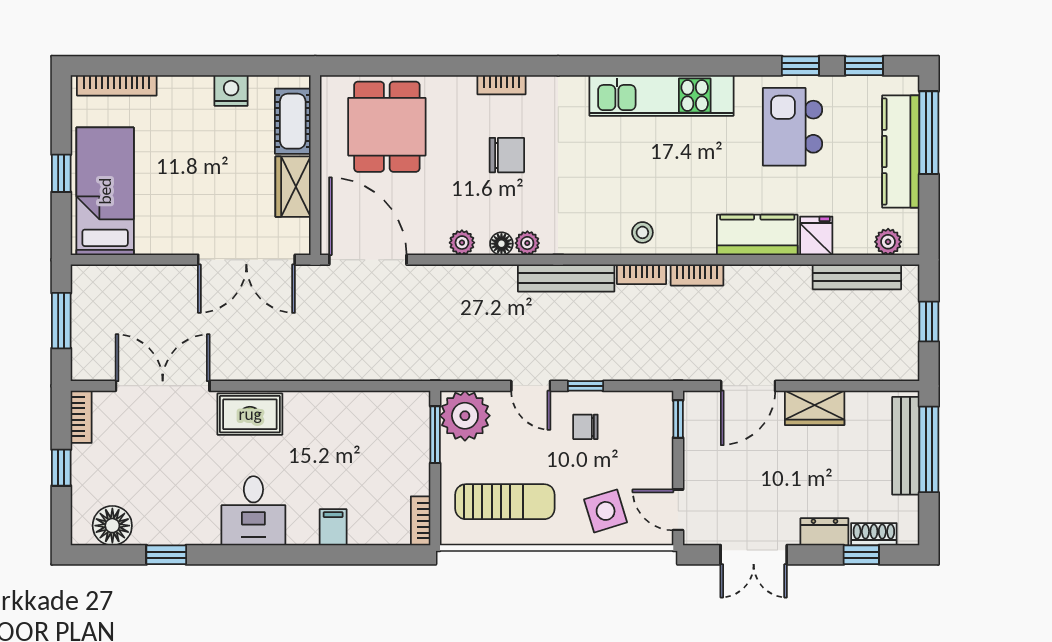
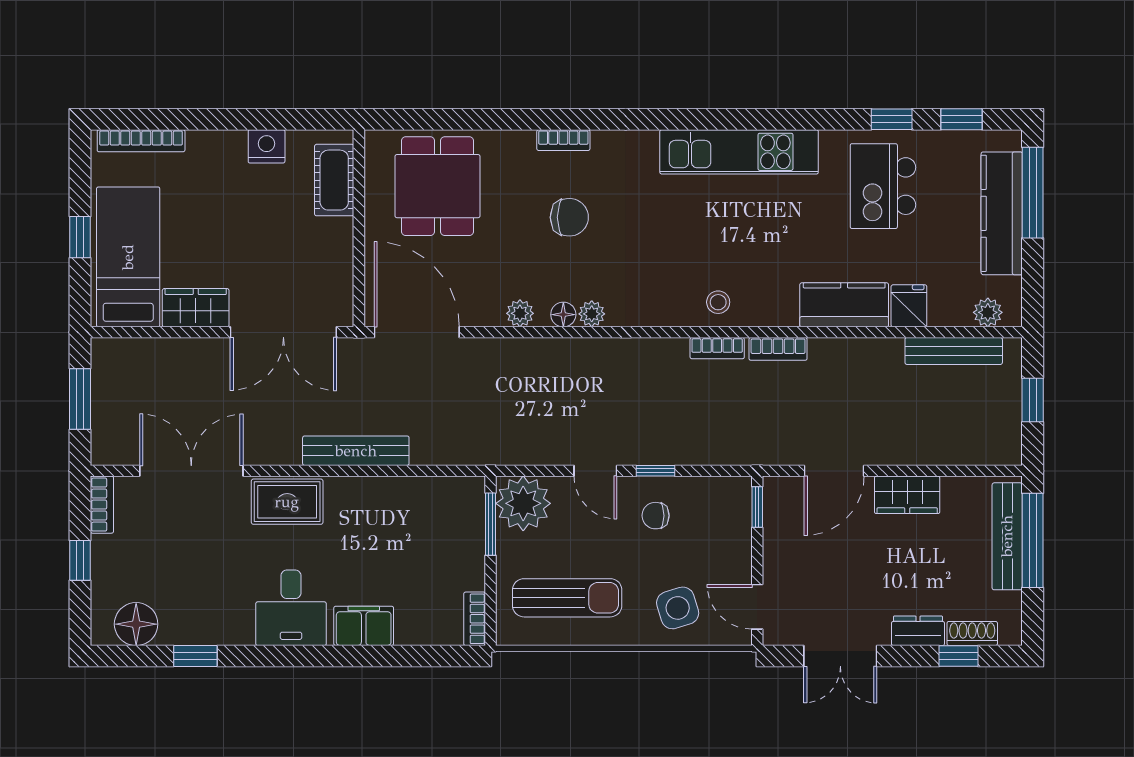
wardrobe: (293, 187) -> (196, 308), moved, turned 90
bench: (566, 278) -> (356, 451), moved
filing cabinet: (333, 527) -> (364, 626), width x2.00

